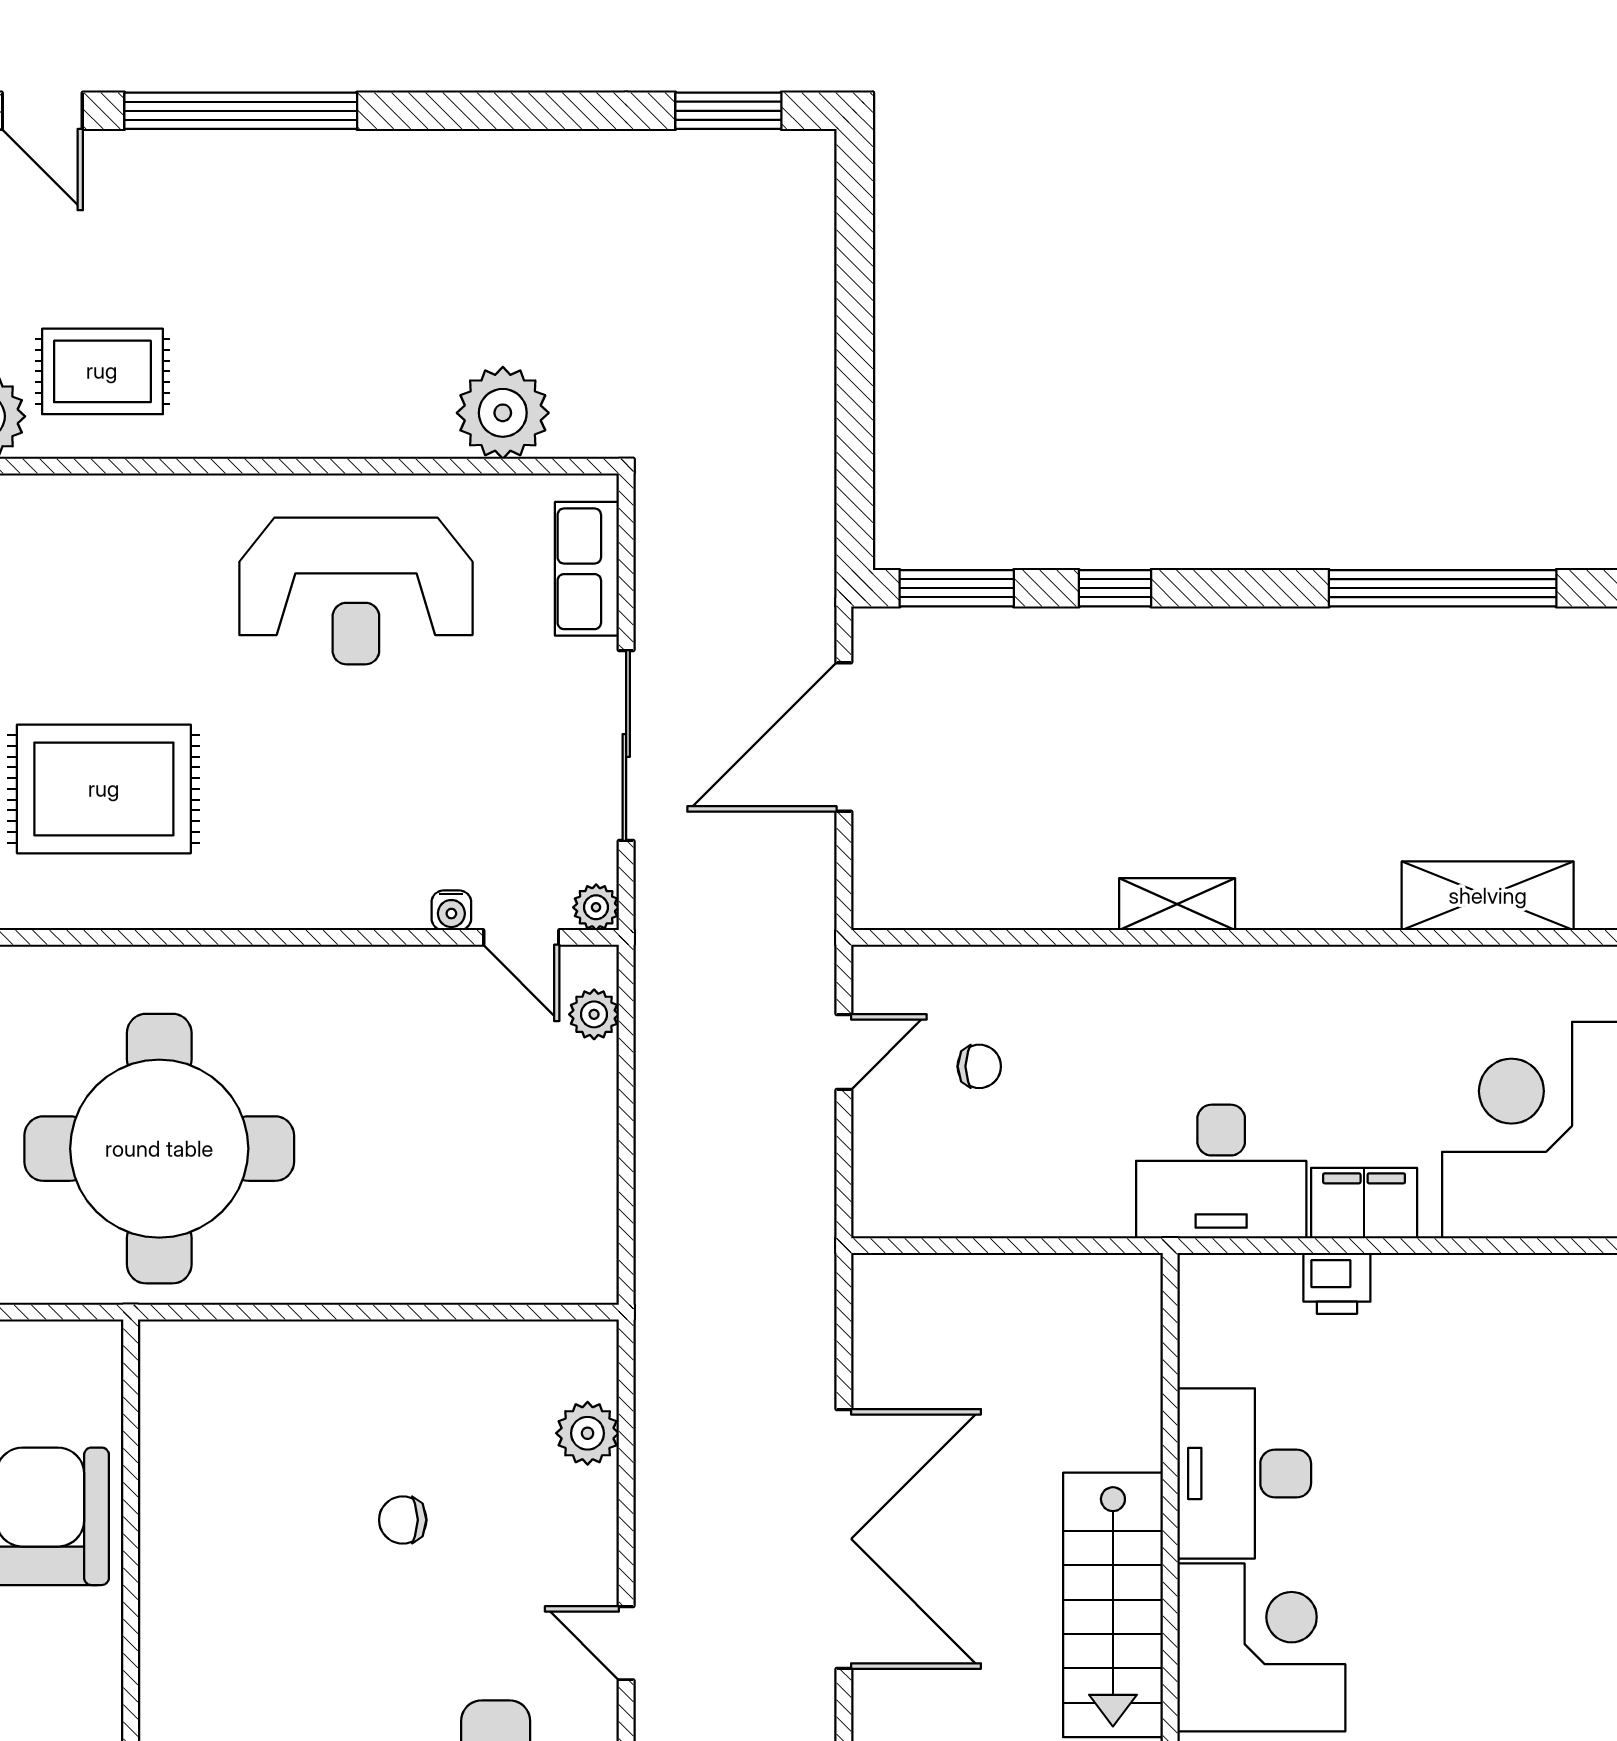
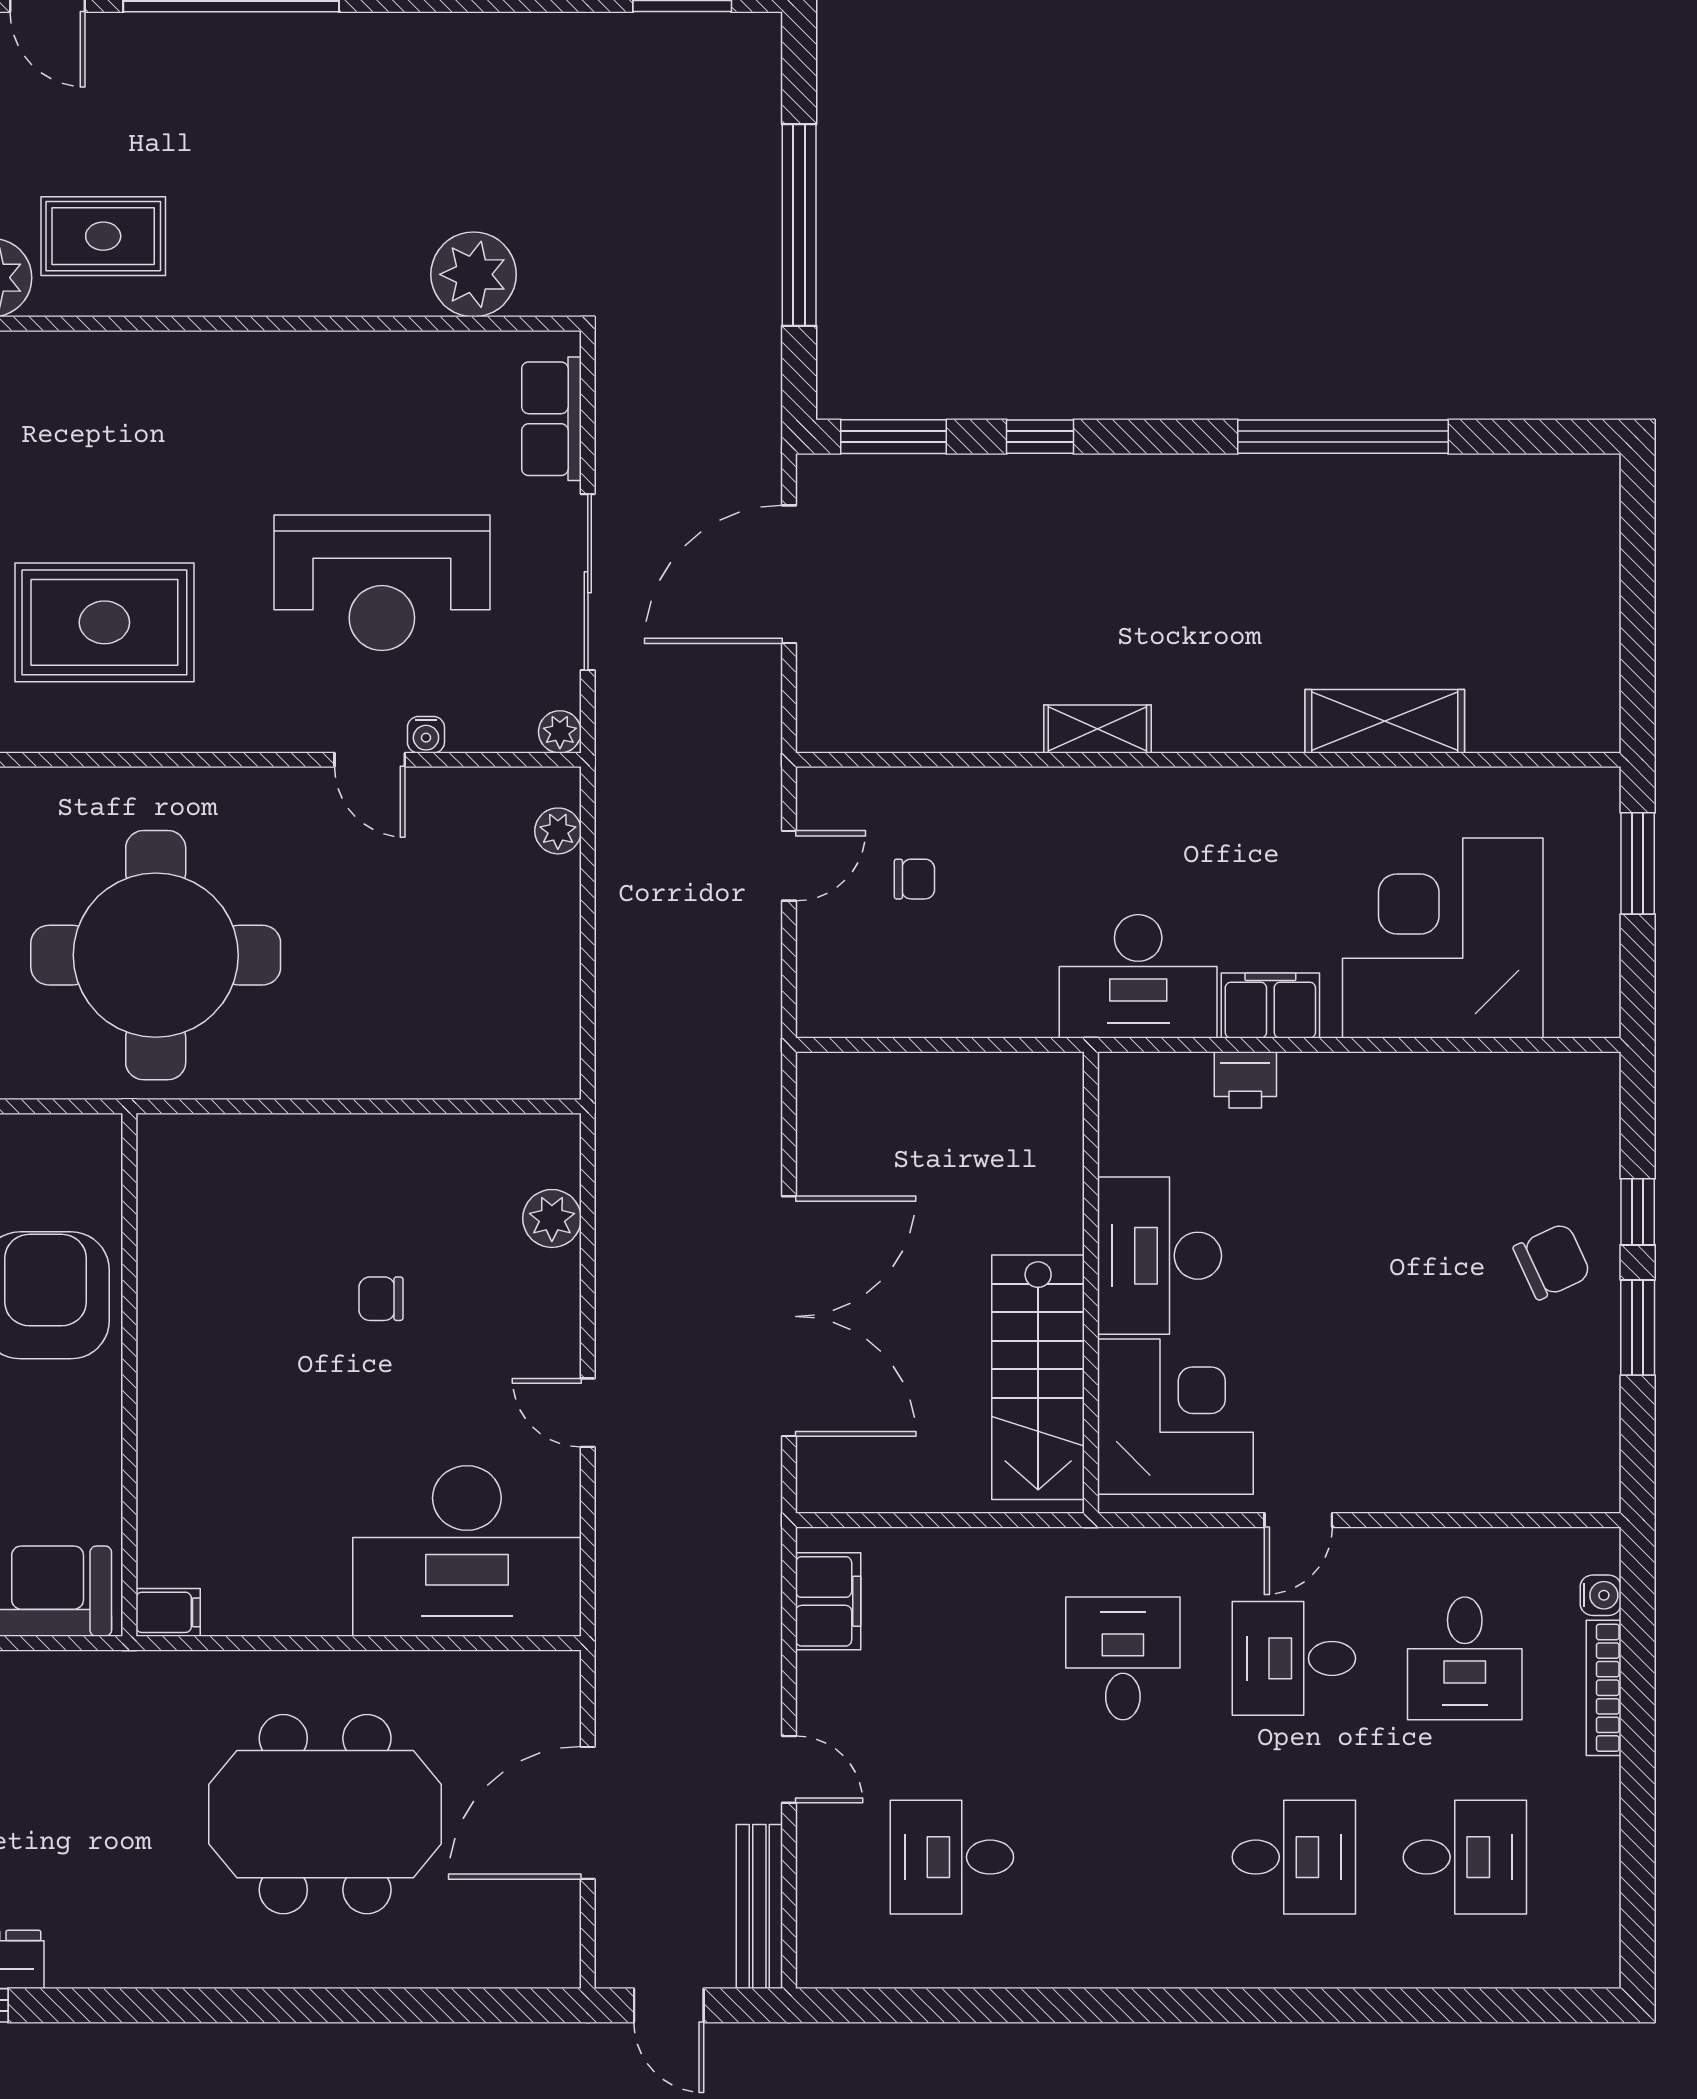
window: (855, 359) -> (799, 225), added
reception desk: (356, 591) -> (382, 583), moved
door: (521, 937) -> (370, 760), moved

